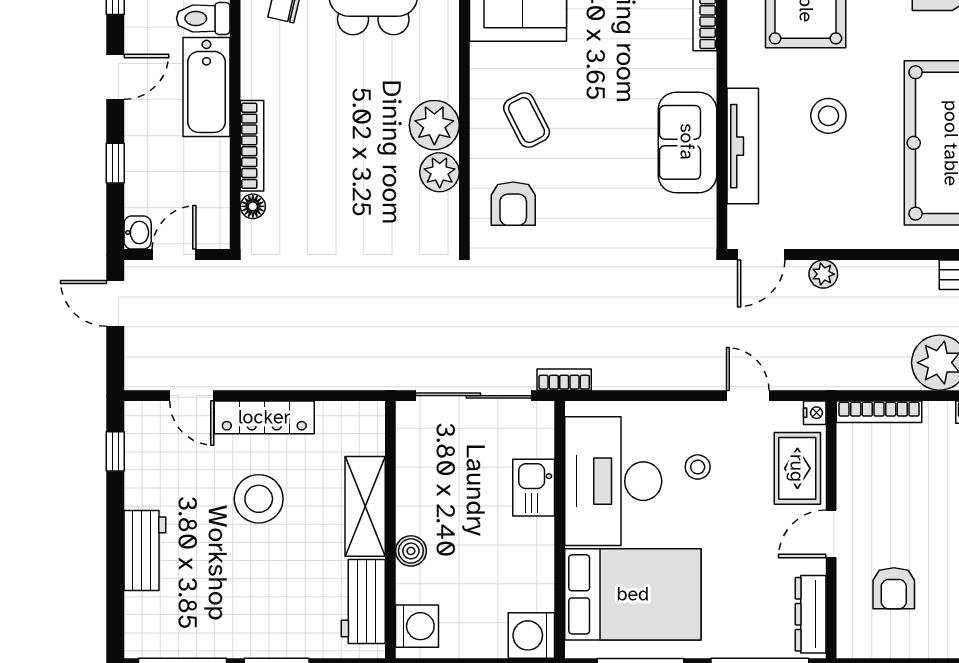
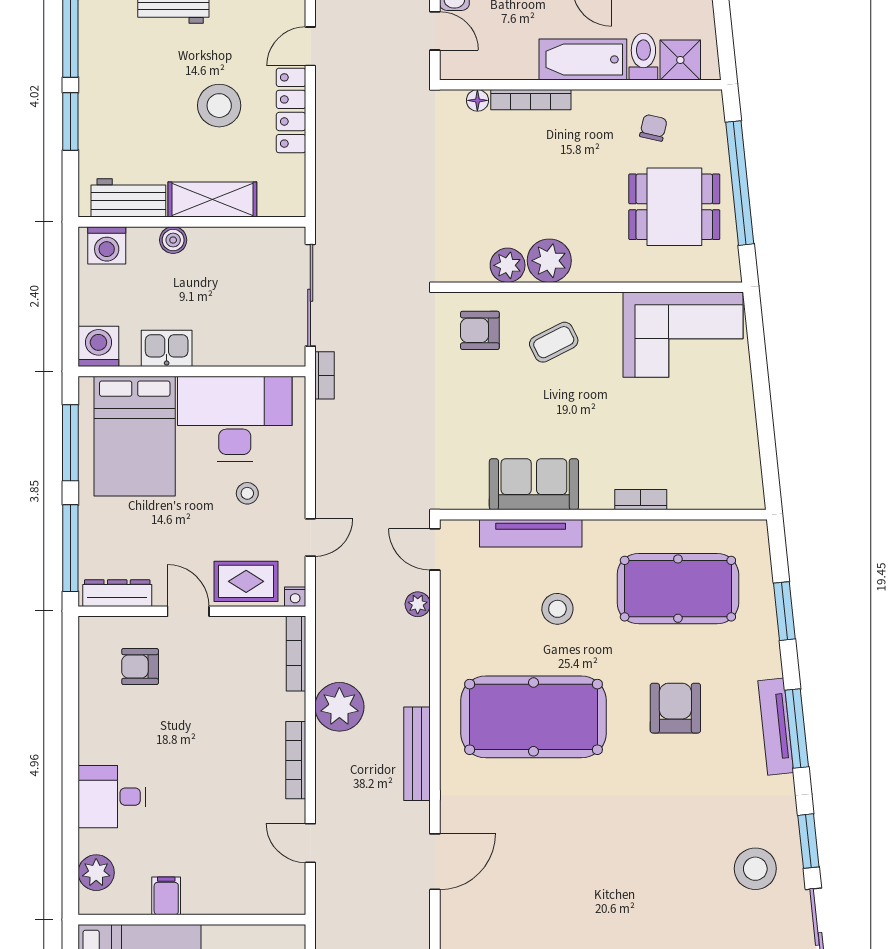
kitchen sink: (534, 488) -> (167, 348), moved

